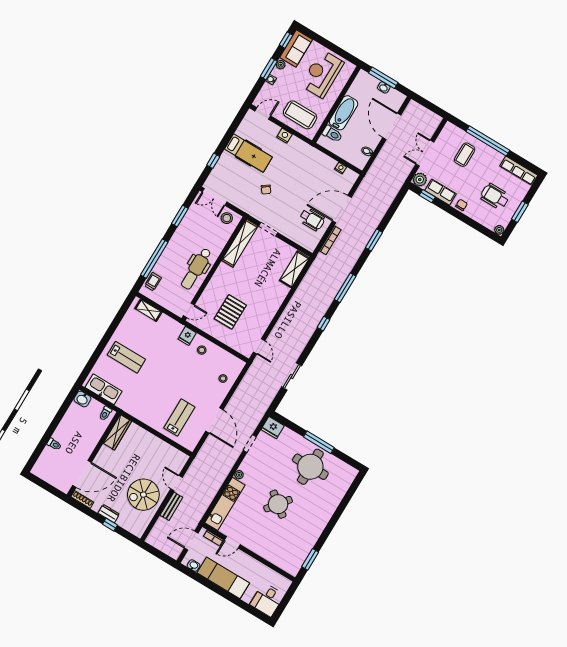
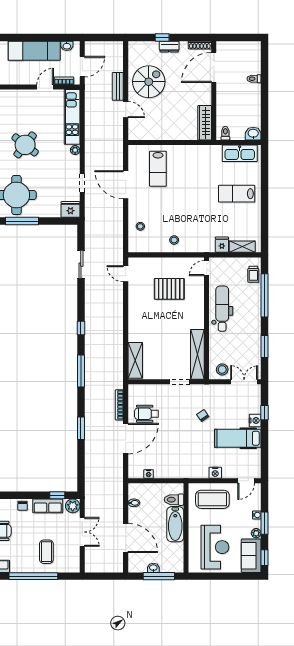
nightstand: (225, 159) -> (255, 420), added
pallet: (230, 312) -> (169, 289), turned 90
fridge: (187, 336) -> (222, 245), moved

